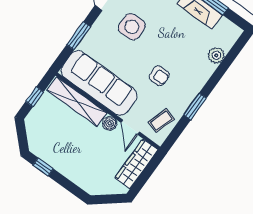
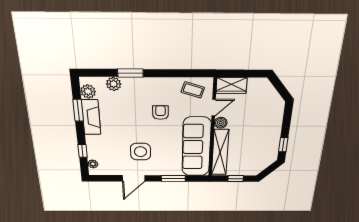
plant: (225, 27) -> (88, 91), added
window: (195, 106) -> (130, 73), moved
wardrobe: (136, 164) -> (231, 86), width x0.67

